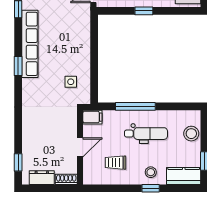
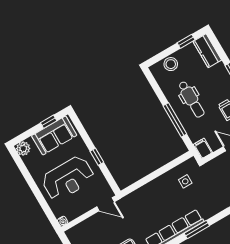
window: (18, 66) -> (197, 229), width x1.50
dental chair: (146, 134) -> (191, 99), turned 180
stool: (151, 172) -> (219, 78), removed

